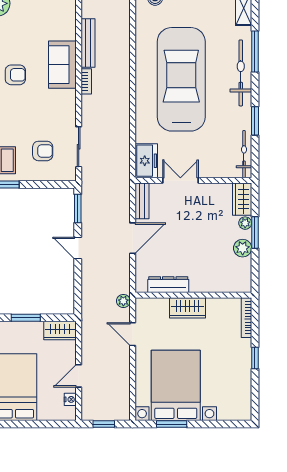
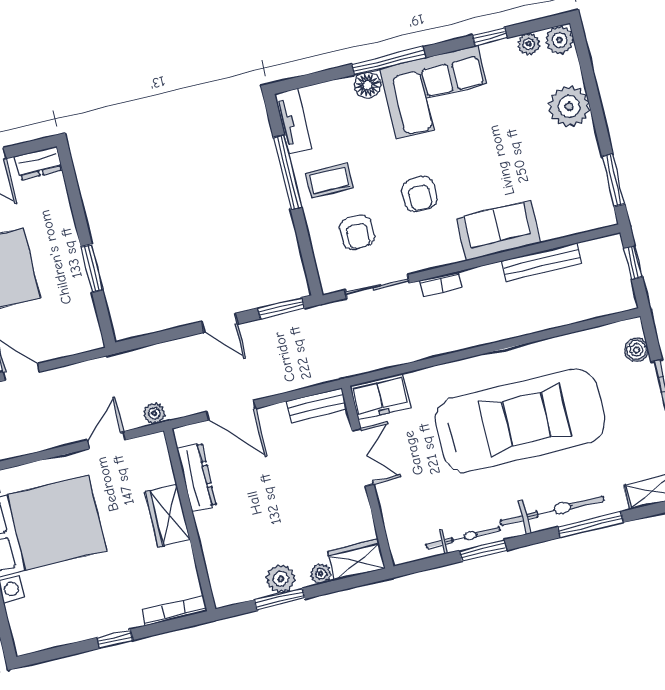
armchair: (15, 75) -> (419, 194), moved
bookcase: (86, 81) -> (441, 284), moved
bicycle: (244, 154) -> (463, 537), moved
window: (255, 232) -> (280, 599), moved
door: (133, 238) -> (231, 410), moved
door: (78, 248) -> (220, 323), swing flipped
wardrobe: (60, 331) -> (85, 326), removed

